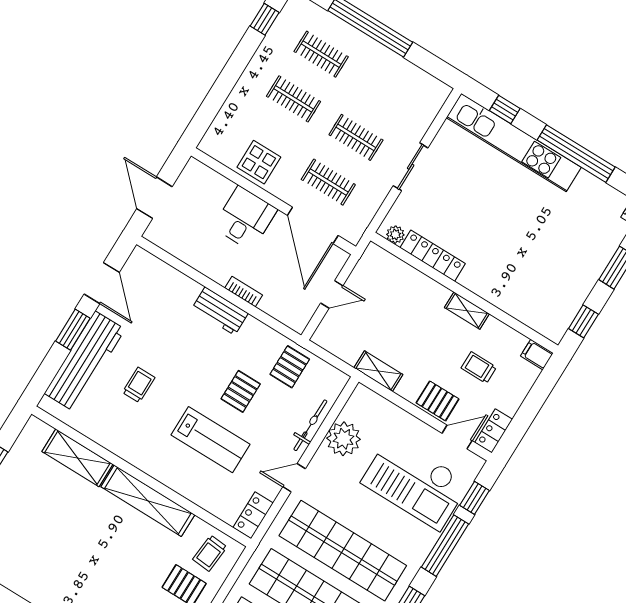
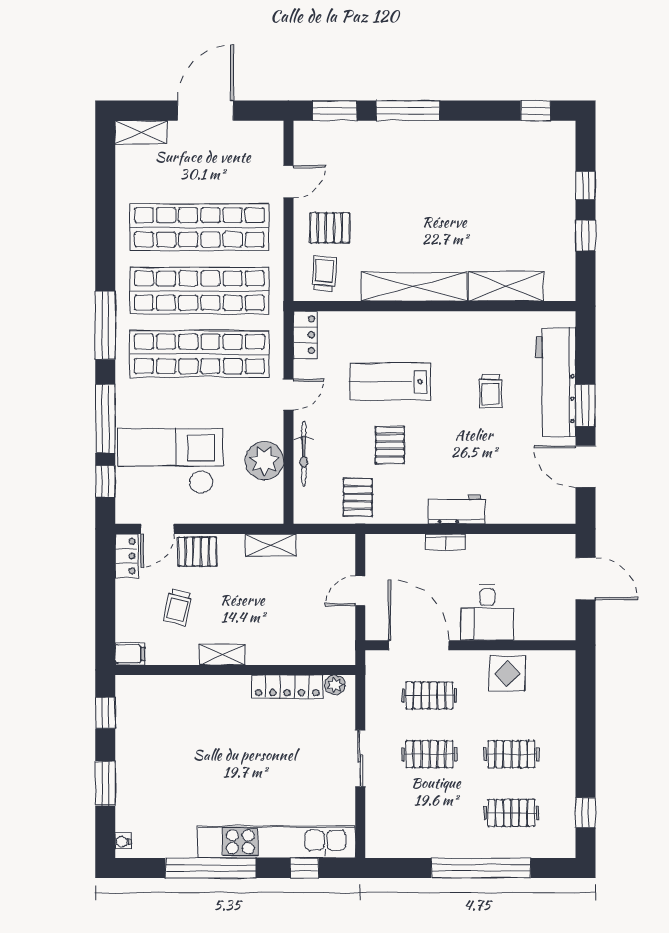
trolley: (479, 368) -> (178, 608), turned 103

